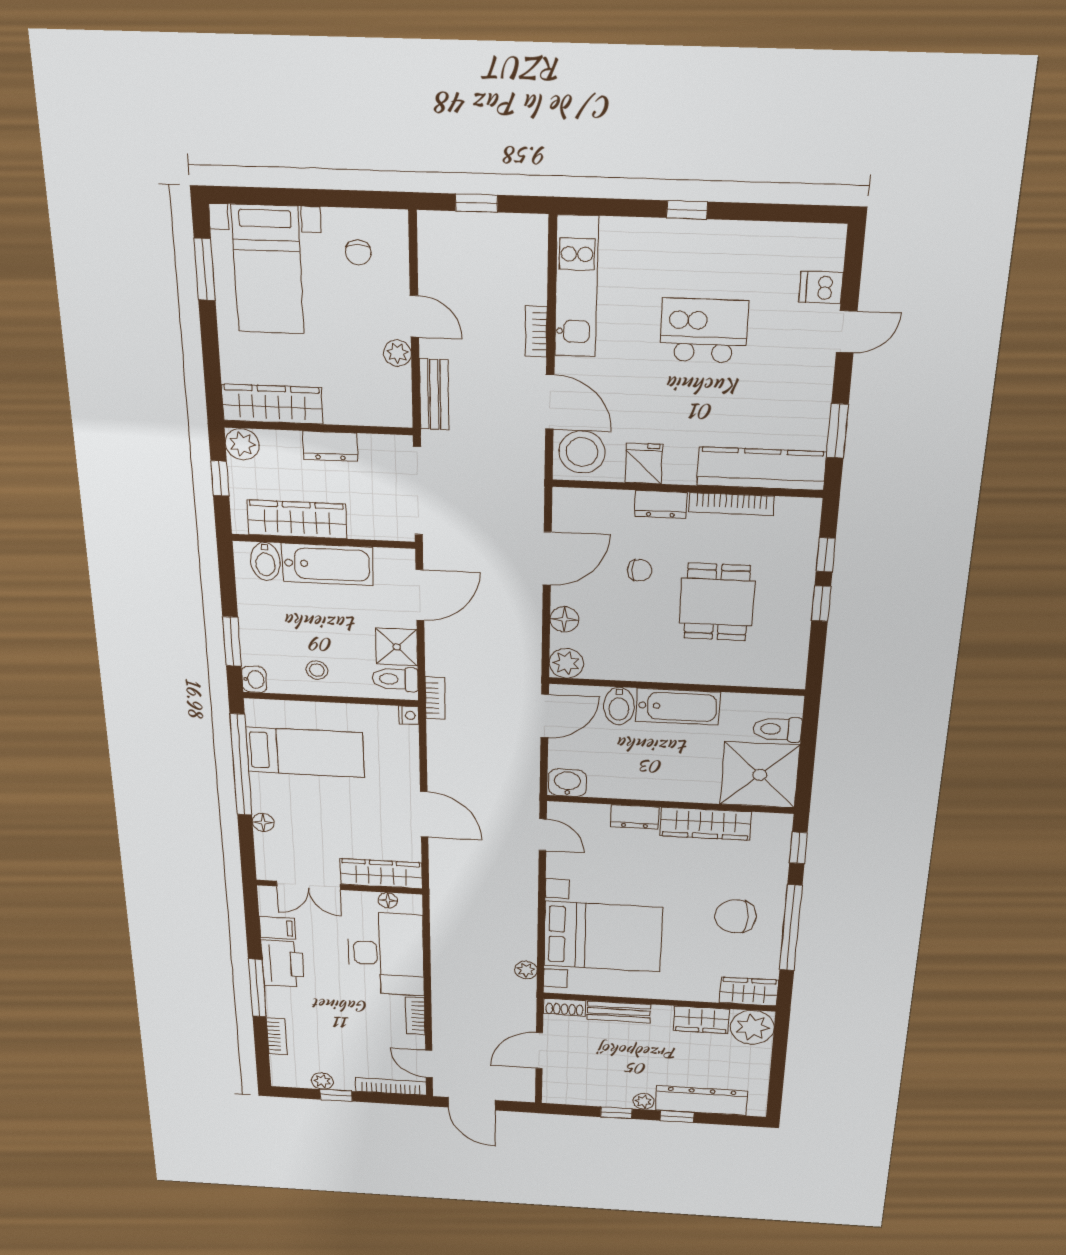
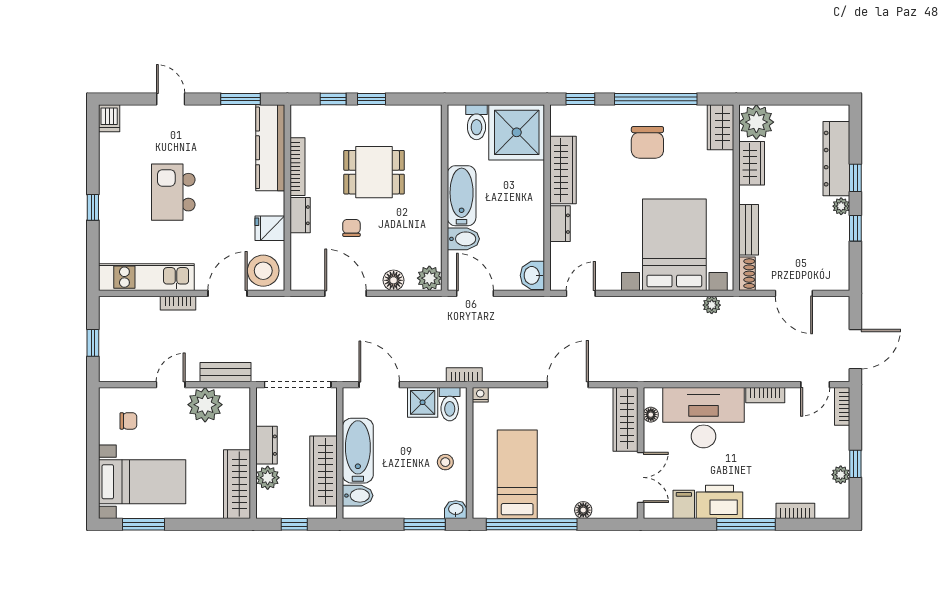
dishwasher: (821, 287) -> (109, 118), moved
plant: (397, 353) -> (205, 405), width x1.87, depth x1.87
plant: (242, 444) -> (268, 478), moved
bookcase: (391, 1087) -> (842, 406), width x0.64

